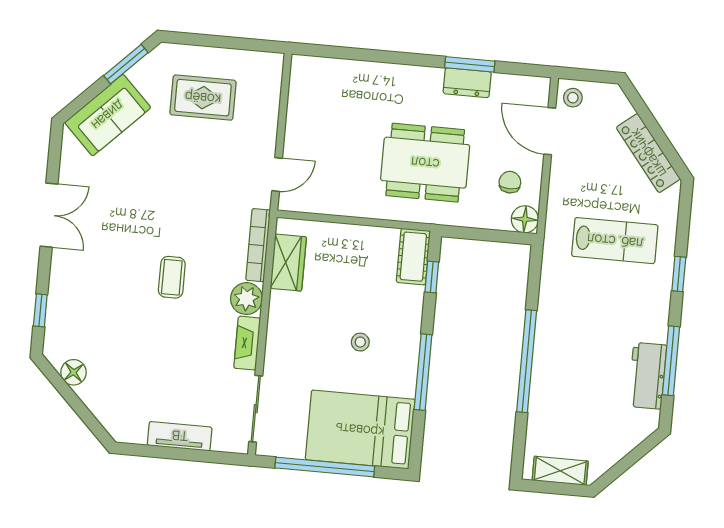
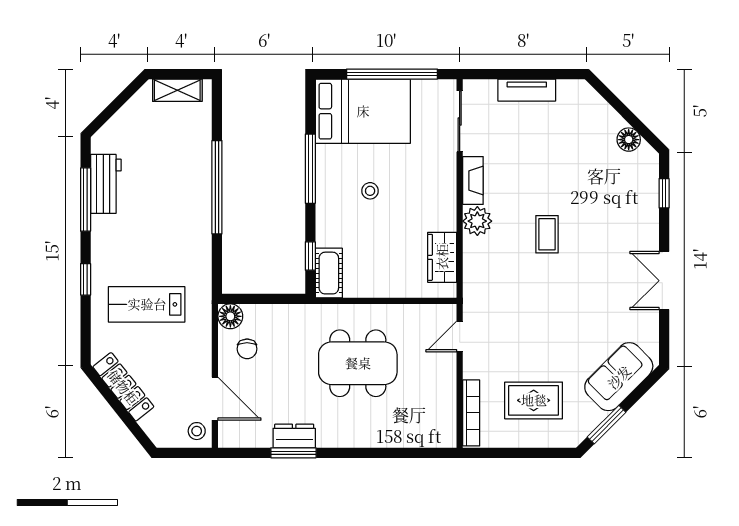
dining table: (425, 163) -> (358, 363), moved
bookcase: (258, 245) -> (471, 413), moved

